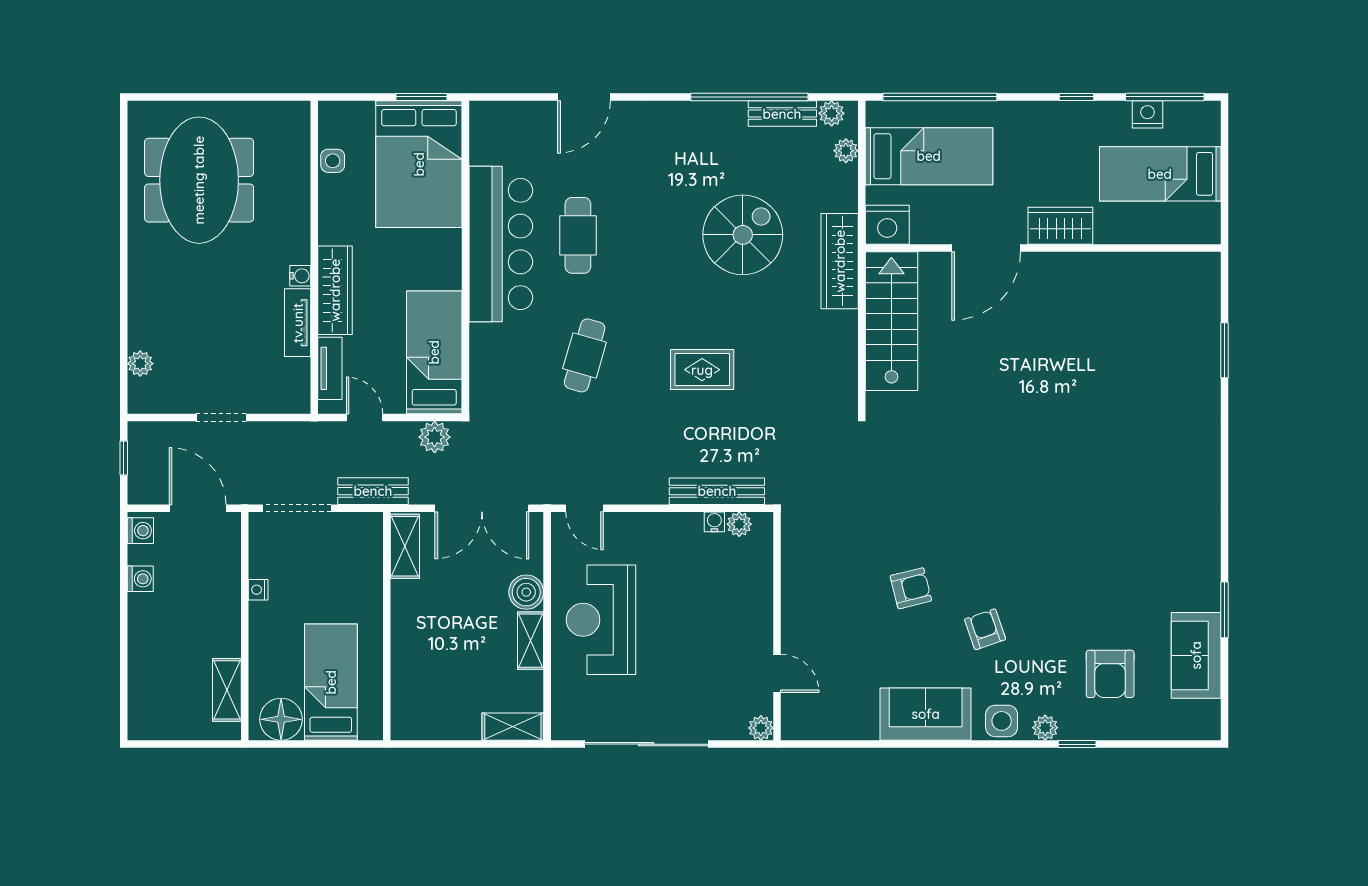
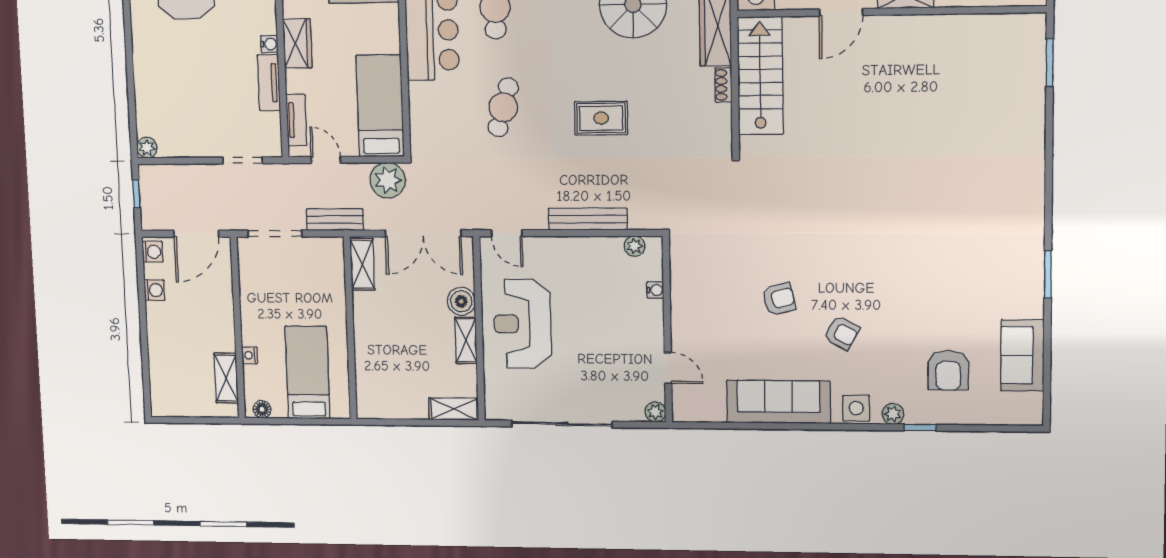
door: (986, 248) -> (841, 12), width x0.73
wardrobe: (335, 290) -> (297, 43), width x0.67
shoe rack: (848, 332) -> (723, 85), added
window: (1225, 350) -> (1050, 63), moved
plant: (140, 364) -> (147, 148), moved
doorway: (221, 417) -> (243, 160), moved
plant: (435, 437) -> (388, 180), width x1.36, depth x1.36
bench: (717, 491) -> (588, 219), moved
door: (198, 508) -> (196, 234), swing flipped
water cooler: (714, 522) -> (655, 290), moved, turned 90
nightstand: (258, 590) -> (250, 355), moved
window: (1225, 610) -> (1048, 274), moved
armchair: (985, 629) -> (842, 333), turned 137
sofa: (926, 714) -> (778, 402), width x1.36
floor lamp: (281, 719) -> (262, 409), width x0.53, depth x0.53

